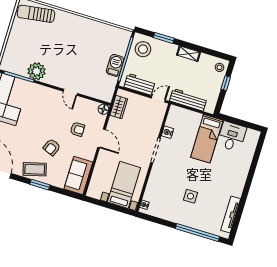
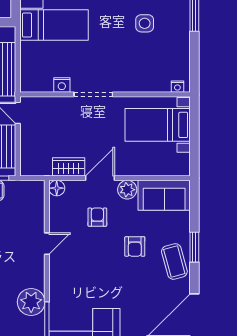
wardrobe: (119, 107) -> (69, 167), moved
armchair: (52, 147) -> (135, 246), turned 68
plant: (89, 153) -> (127, 190), added

